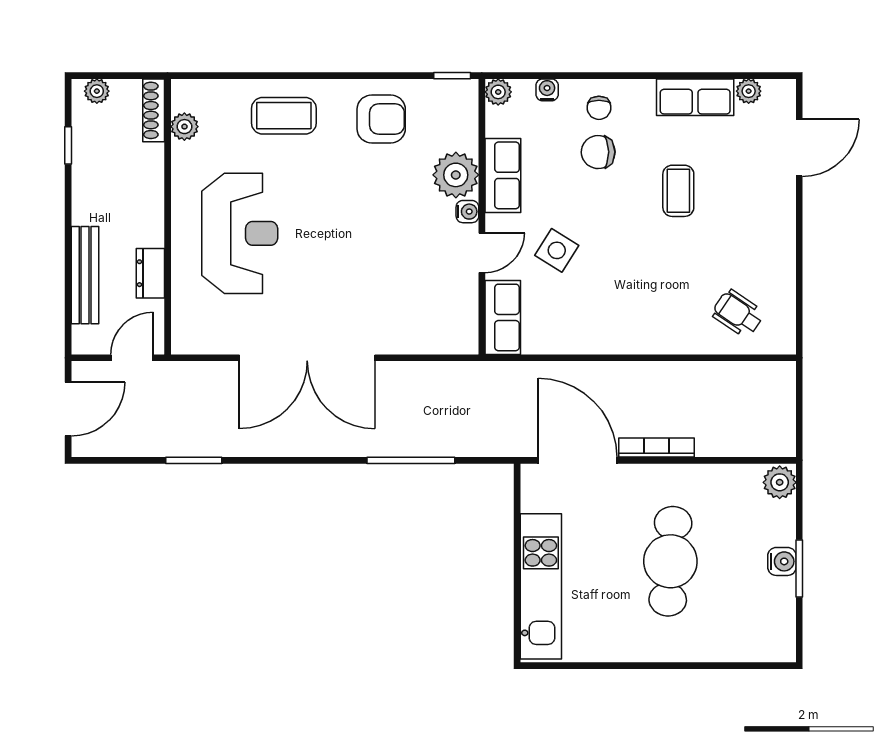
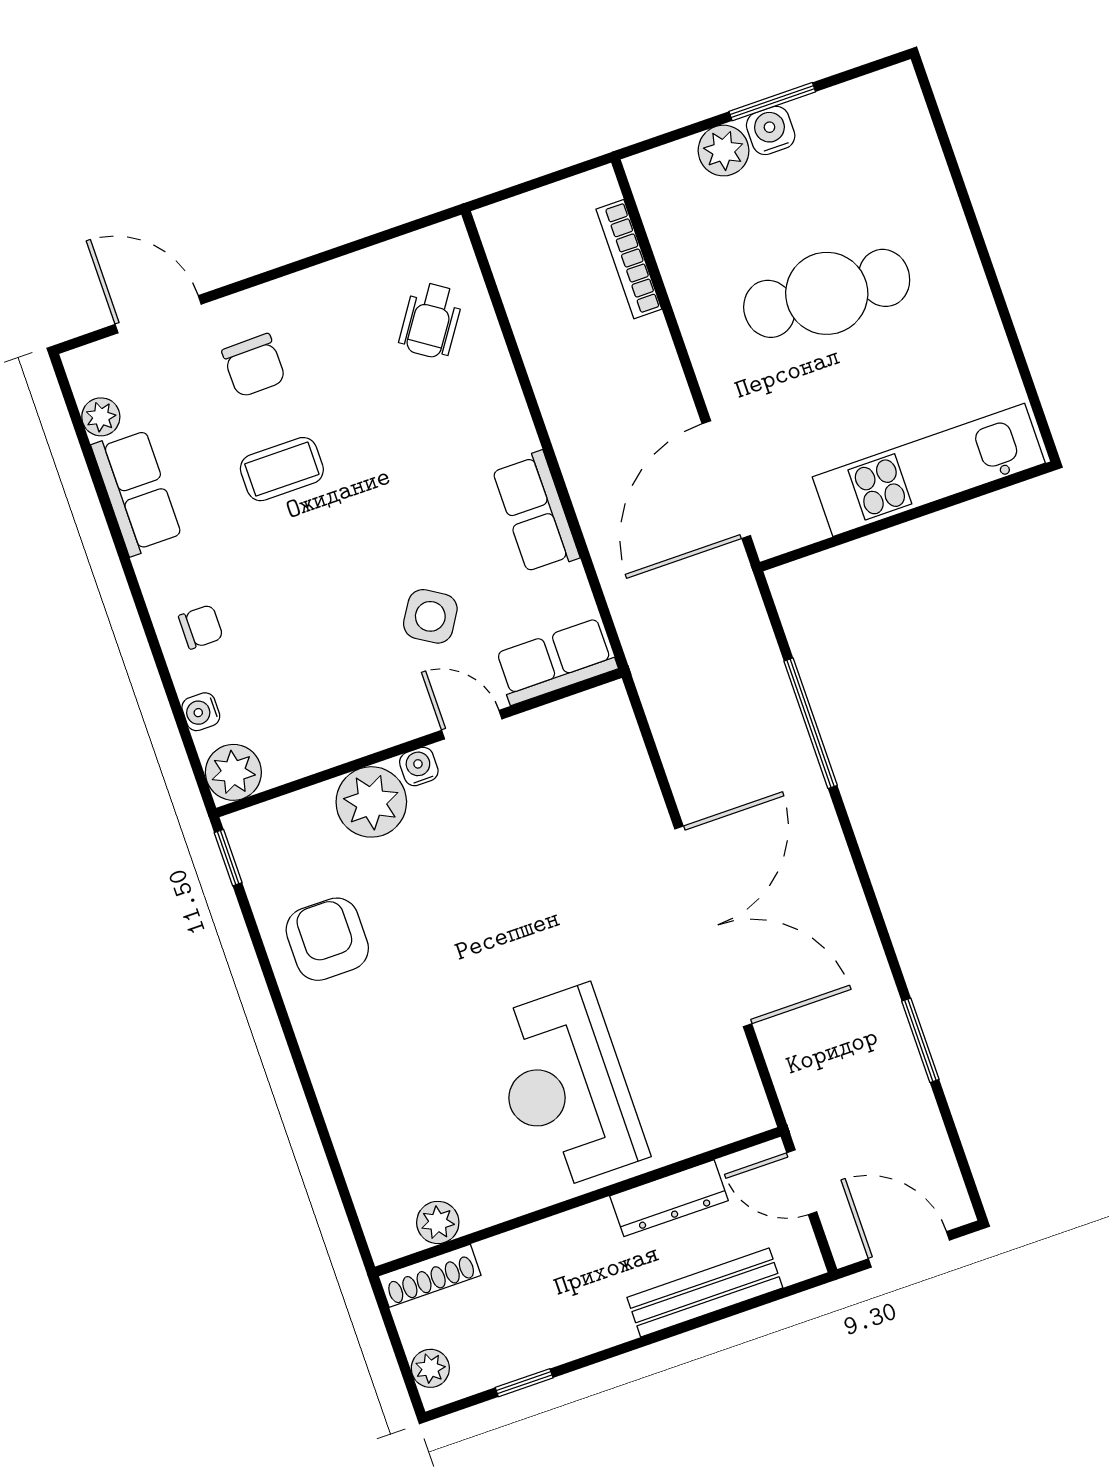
plant: (498, 92) -> (233, 772), width x1.38, depth x1.38
coffee table: (284, 116) -> (372, 1083), removed
chair: (598, 152) -> (254, 365), moved
row of seats: (503, 175) -> (536, 513), moved, turned -90
reception desk: (240, 233) -> (566, 1088), turned -90
dresser: (150, 273) -> (669, 1198), width x1.44
bookcase: (656, 448) -> (629, 259), moved
plant: (780, 482) -> (724, 151), moved

